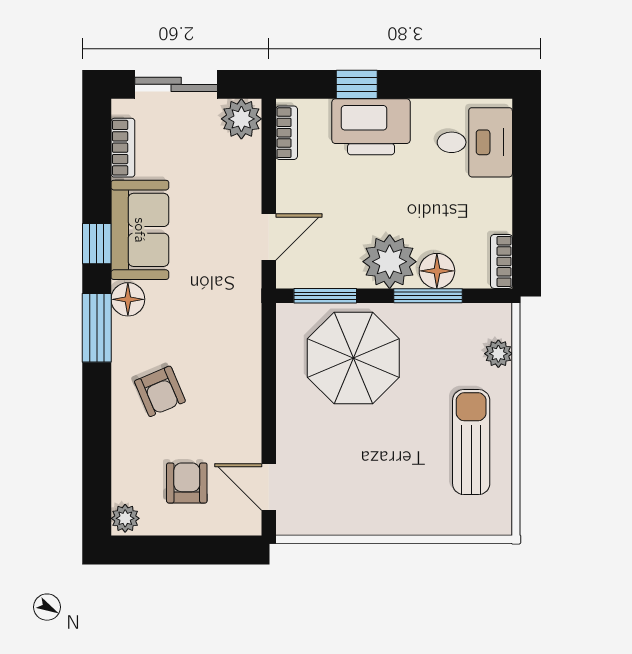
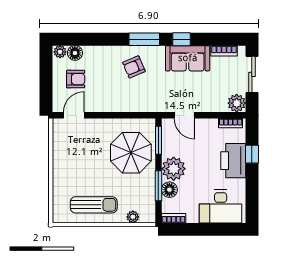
desk: (475, 142) -> (221, 206), width x1.37
floor lamp: (128, 299) -> (75, 53), moved
armchair: (160, 391) -> (134, 67), moved

